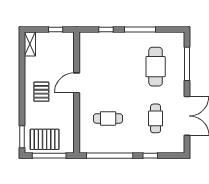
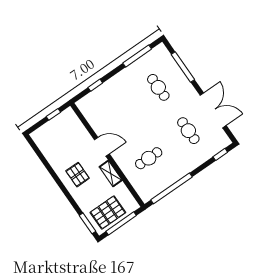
window: (140, 29) -> (137, 56), moved
shelving: (30, 44) -> (111, 174), moved
cafe table: (156, 67) -> (158, 87), width x0.73, depth x0.74
door: (77, 83) -> (102, 147), swing flipped
window: (150, 156) -> (220, 154), moved

